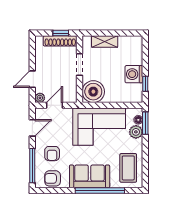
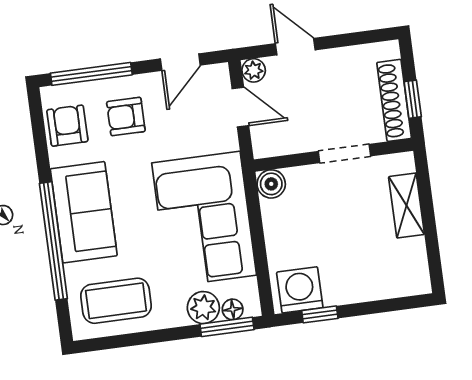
washing machine: (134, 74) -> (300, 290), moved
boiler: (93, 92) -> (271, 184), width x0.54, depth x0.54
door: (32, 128) -> (180, 62), hinge flipped

